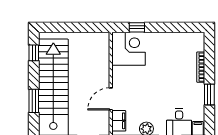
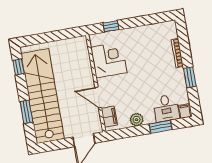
corner desk: (128, 49) -> (109, 60), moved
door: (111, 99) -> (98, 98), hinge flipped

